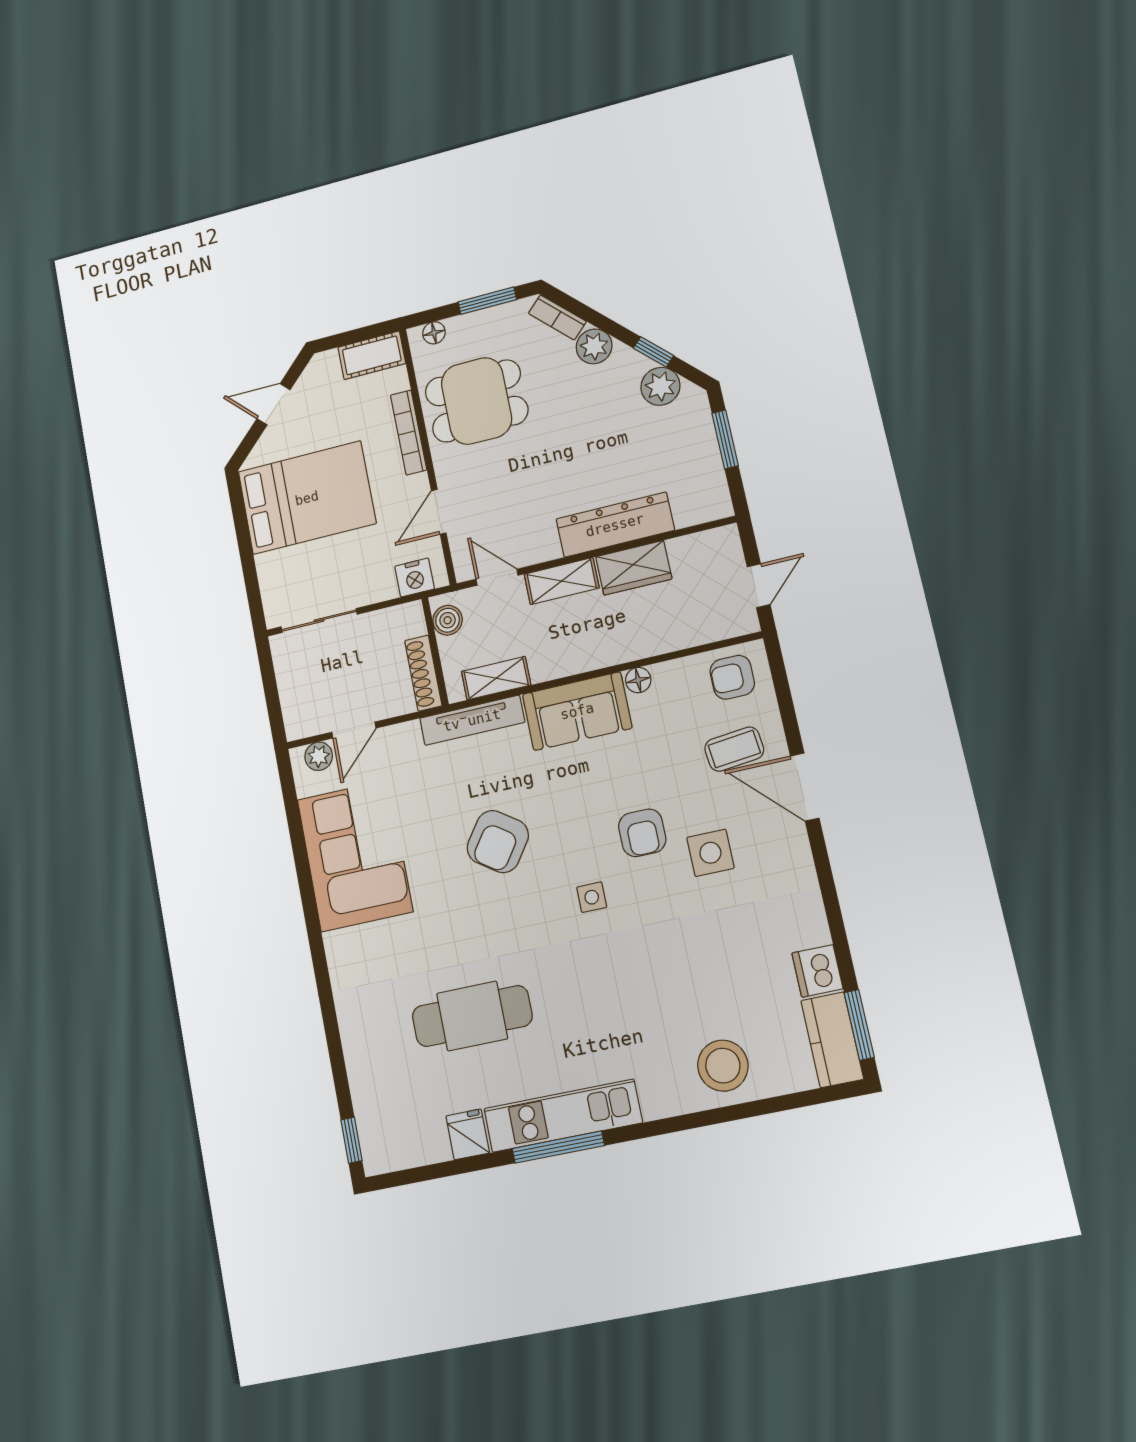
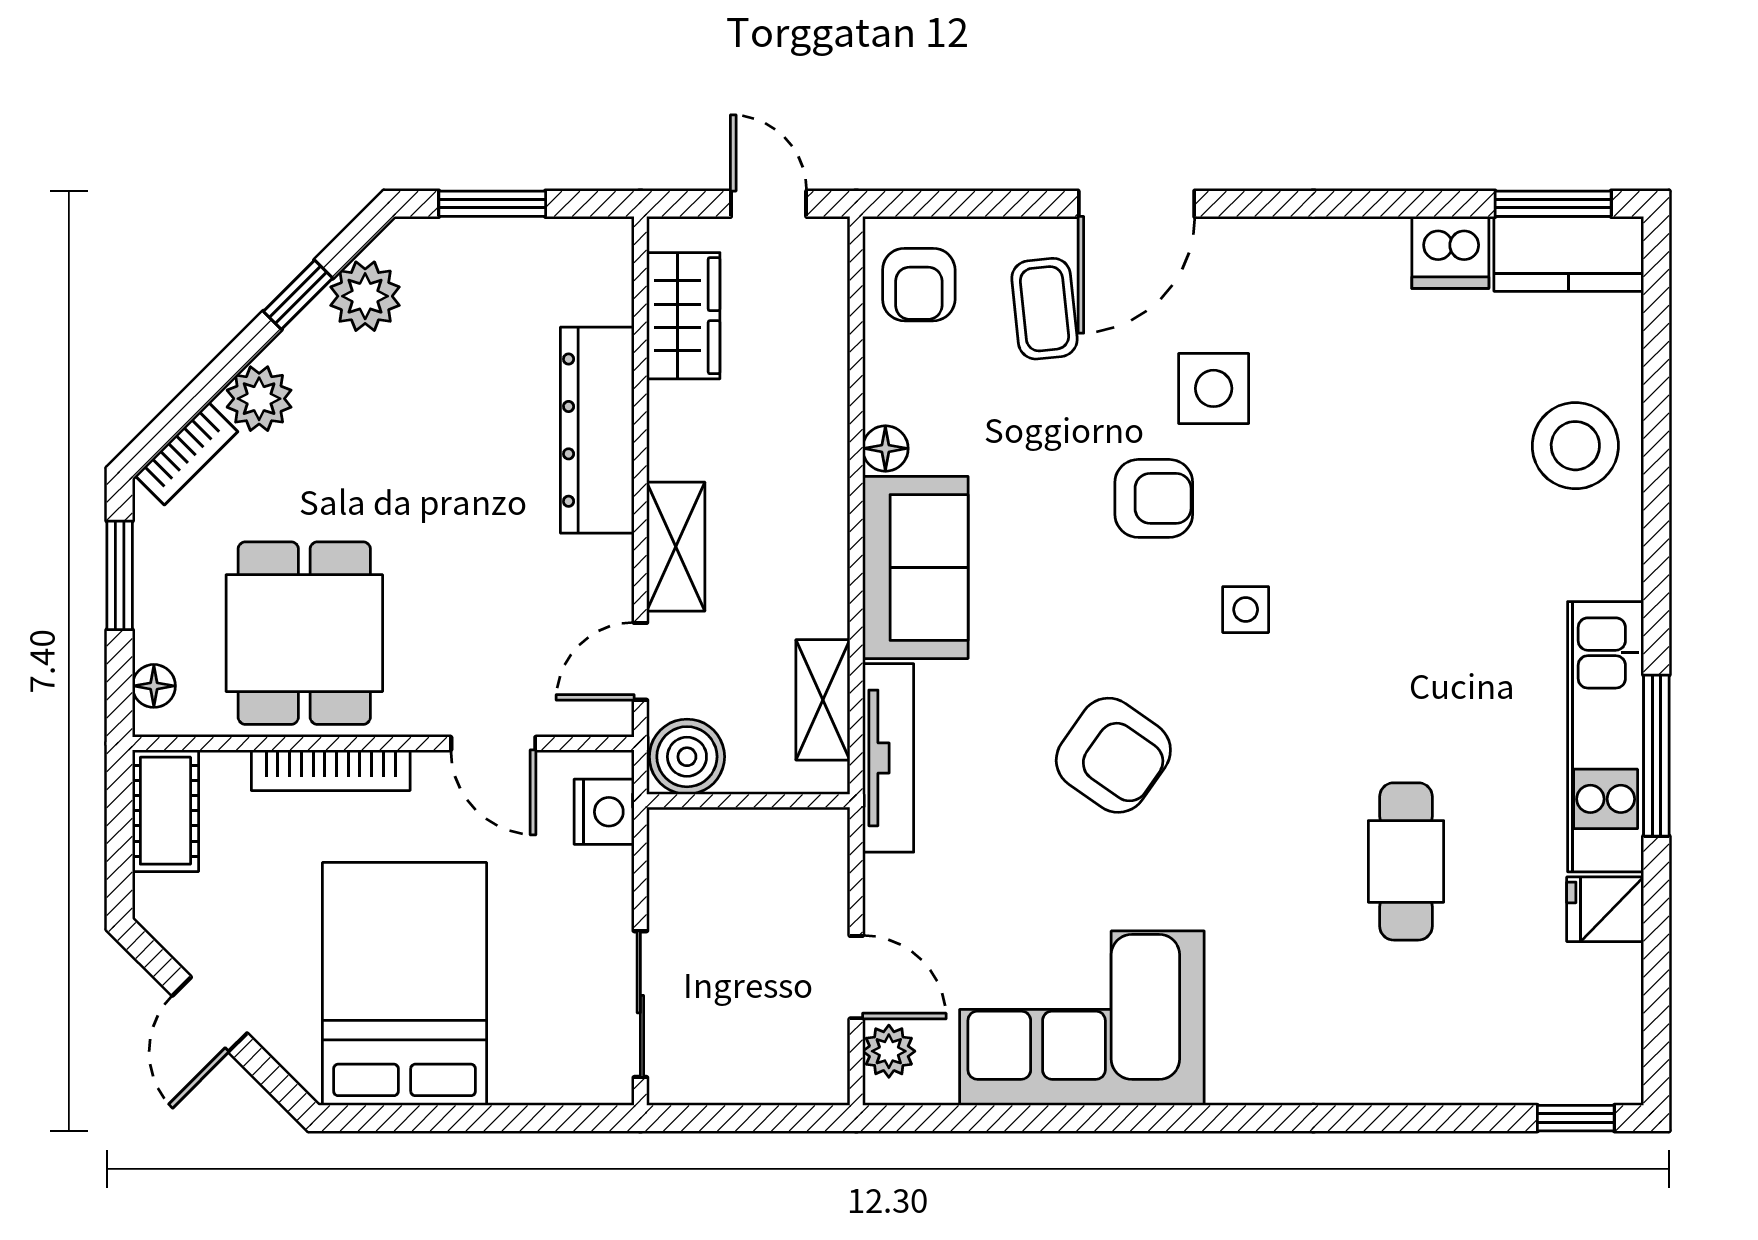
wardrobe: (634, 568) -> (683, 316), moved
boiler: (448, 620) -> (687, 757), width x1.36, depth x1.36
shoe rack: (423, 673) -> (783, 830), removed
cafe table: (472, 1016) -> (1406, 861), width x0.73, depth x0.74

